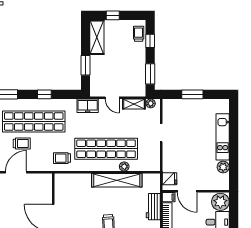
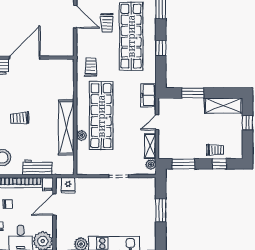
trolley: (139, 34) -> (215, 150), moved

